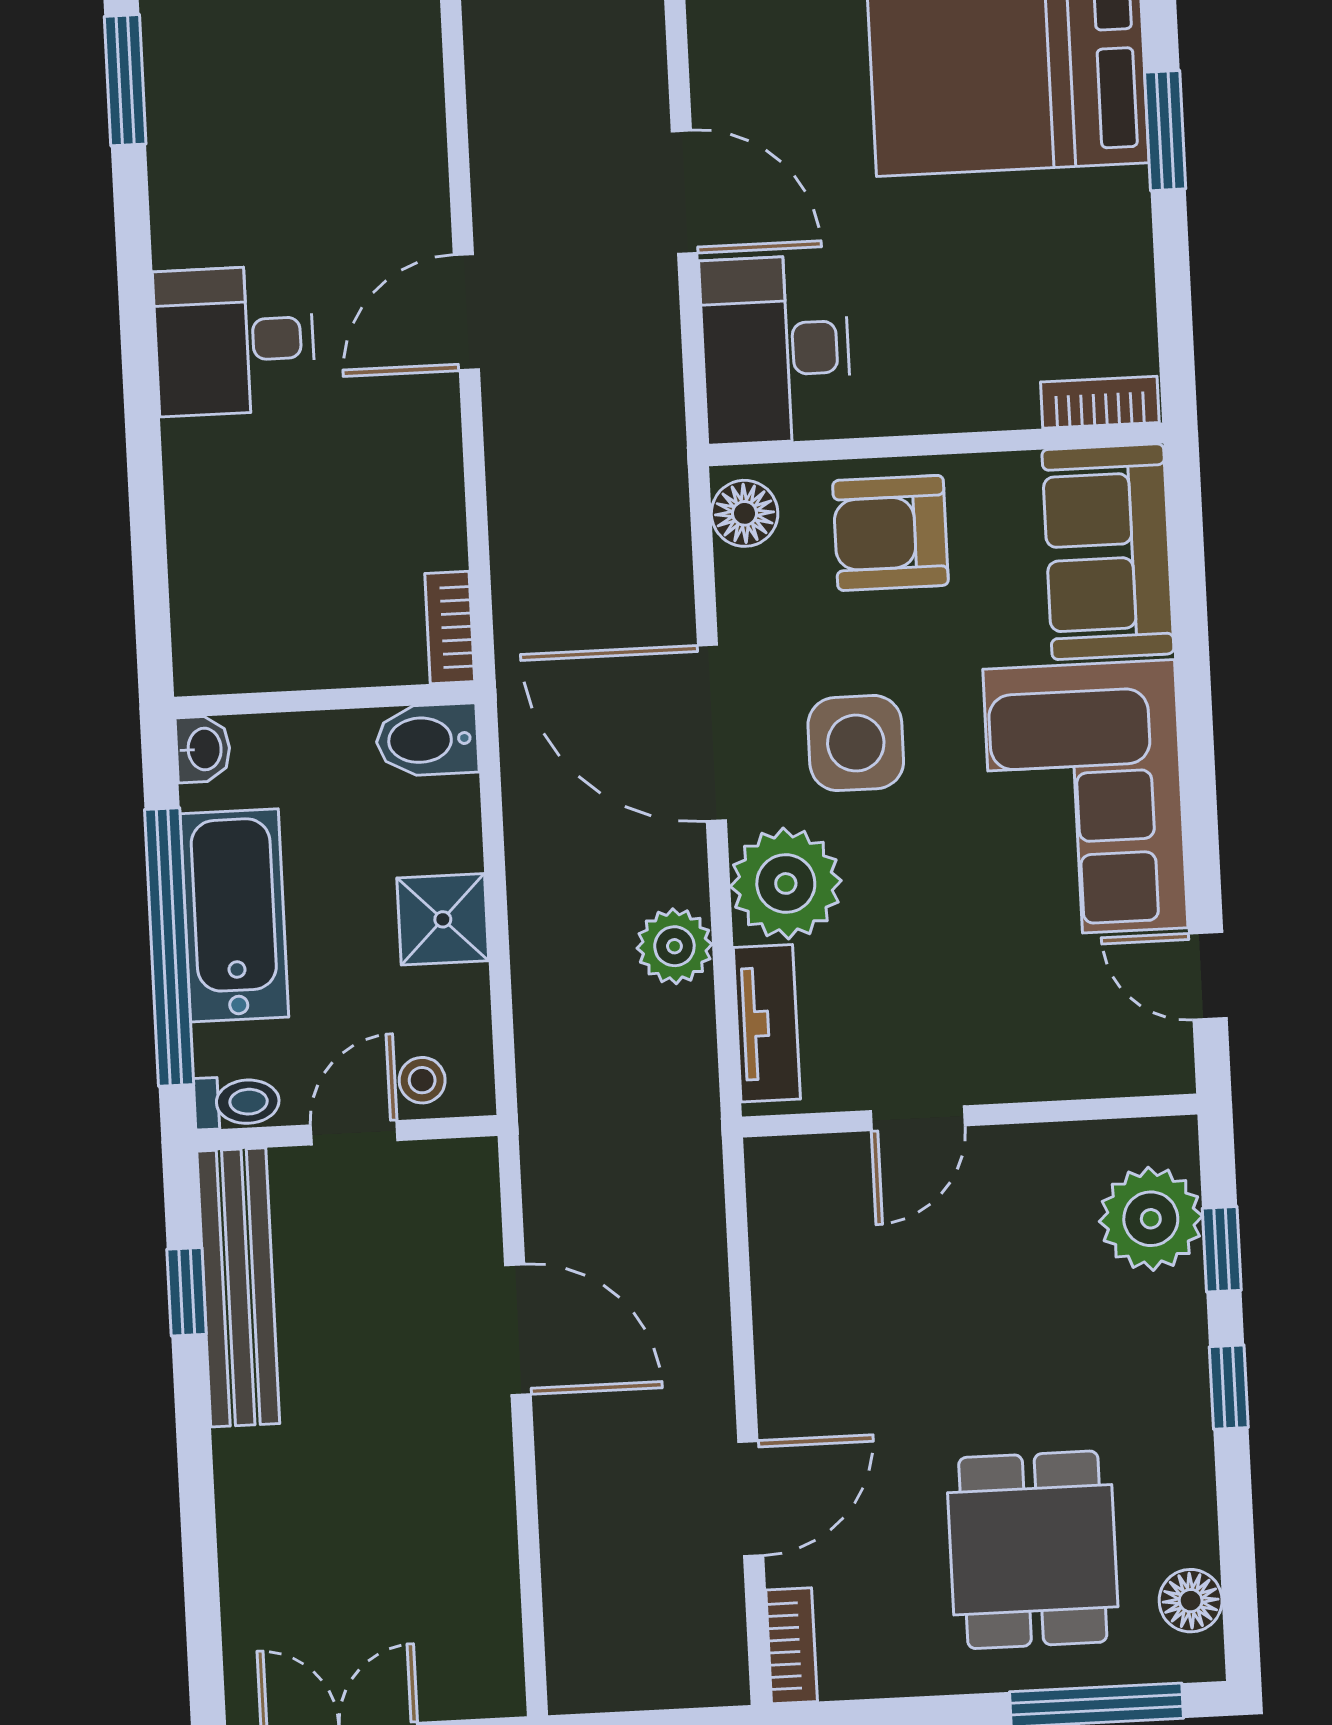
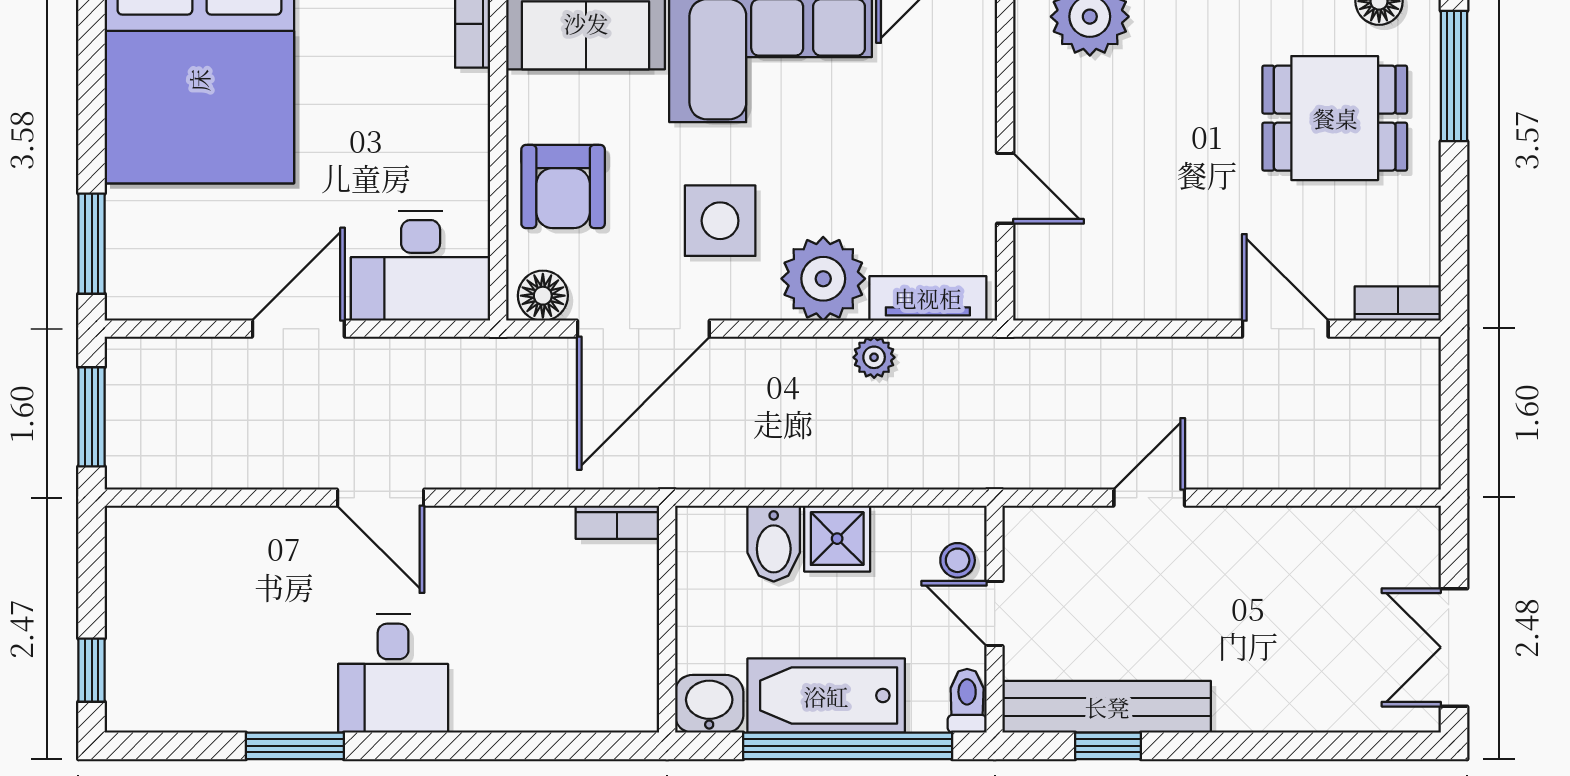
window: (125, 80) -> (295, 746), moved
door: (712, 733) -> (643, 329), moved
bidet: (427, 740) -> (774, 544), moved
washbasin: (203, 749) -> (709, 704), width x1.38, depth x1.45
plant: (674, 946) -> (874, 357), width x0.73, depth x0.73
door: (518, 1330) -> (1149, 498), width x0.73

